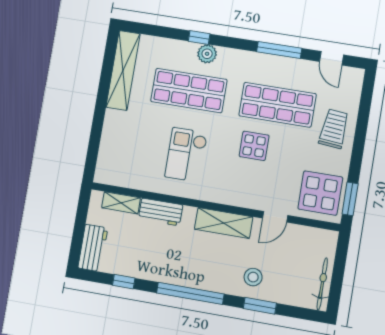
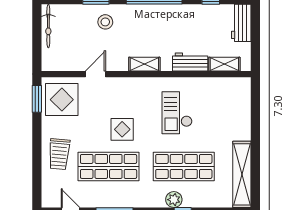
checkout: (186, 155) -> (177, 113), turned 180
shelving: (224, 223) -> (144, 64), width x0.67, depth x0.75

